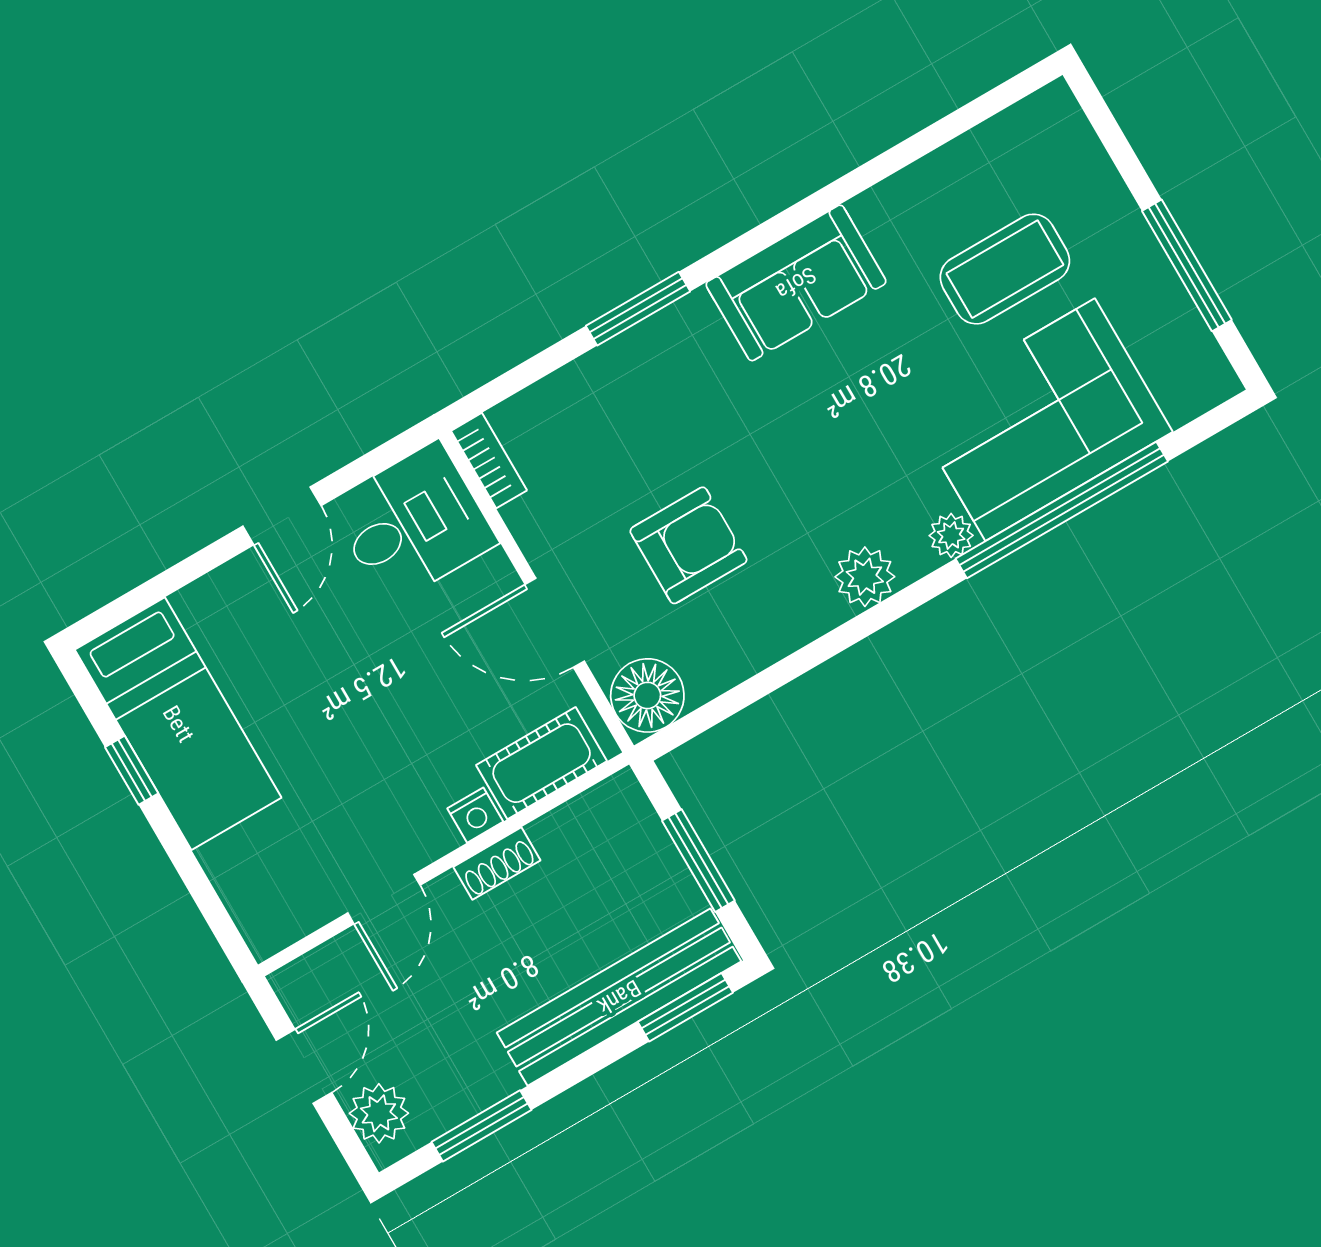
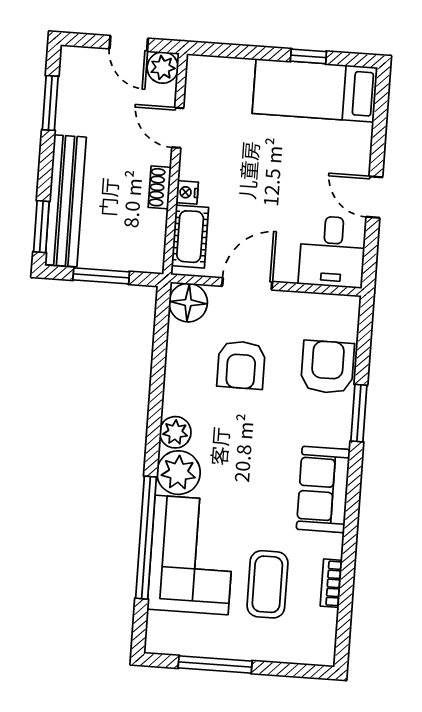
armchair: (599, 407) -> (327, 367), added
bookcase: (489, 461) -> (331, 583), moved, turned 90
plant: (951, 535) -> (178, 473), width x1.88, depth x1.88
plant: (379, 1113) -> (163, 68), moved

